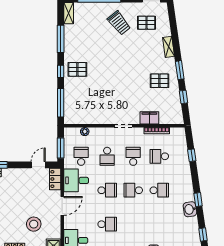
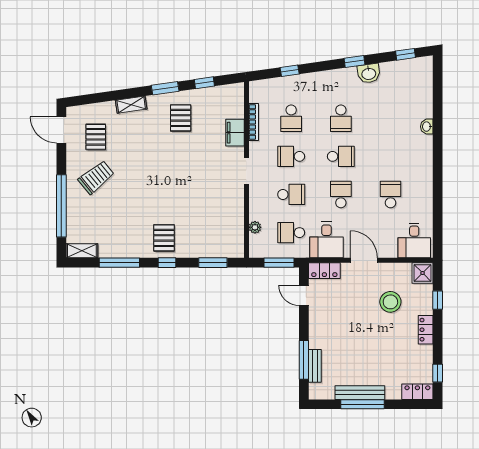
window: (61, 103) -> (213, 263), width x0.69
school desk: (133, 190) -> (341, 156), turned -90
school desk: (159, 190) -> (341, 118), turned 180

